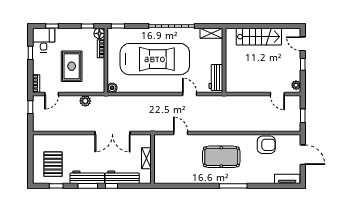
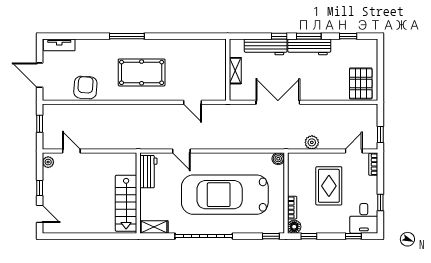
stairs: (259, 37) -> (126, 203), moved, turned -90
armchair: (266, 145) -> (85, 88), turned 94
pallet: (53, 164) -> (361, 83), moved

